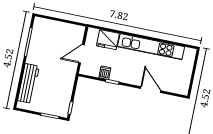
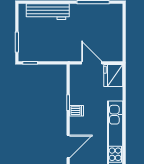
fridge: (108, 40) -> (113, 76), moved
dishwasher: (105, 73) -> (76, 111), moved

